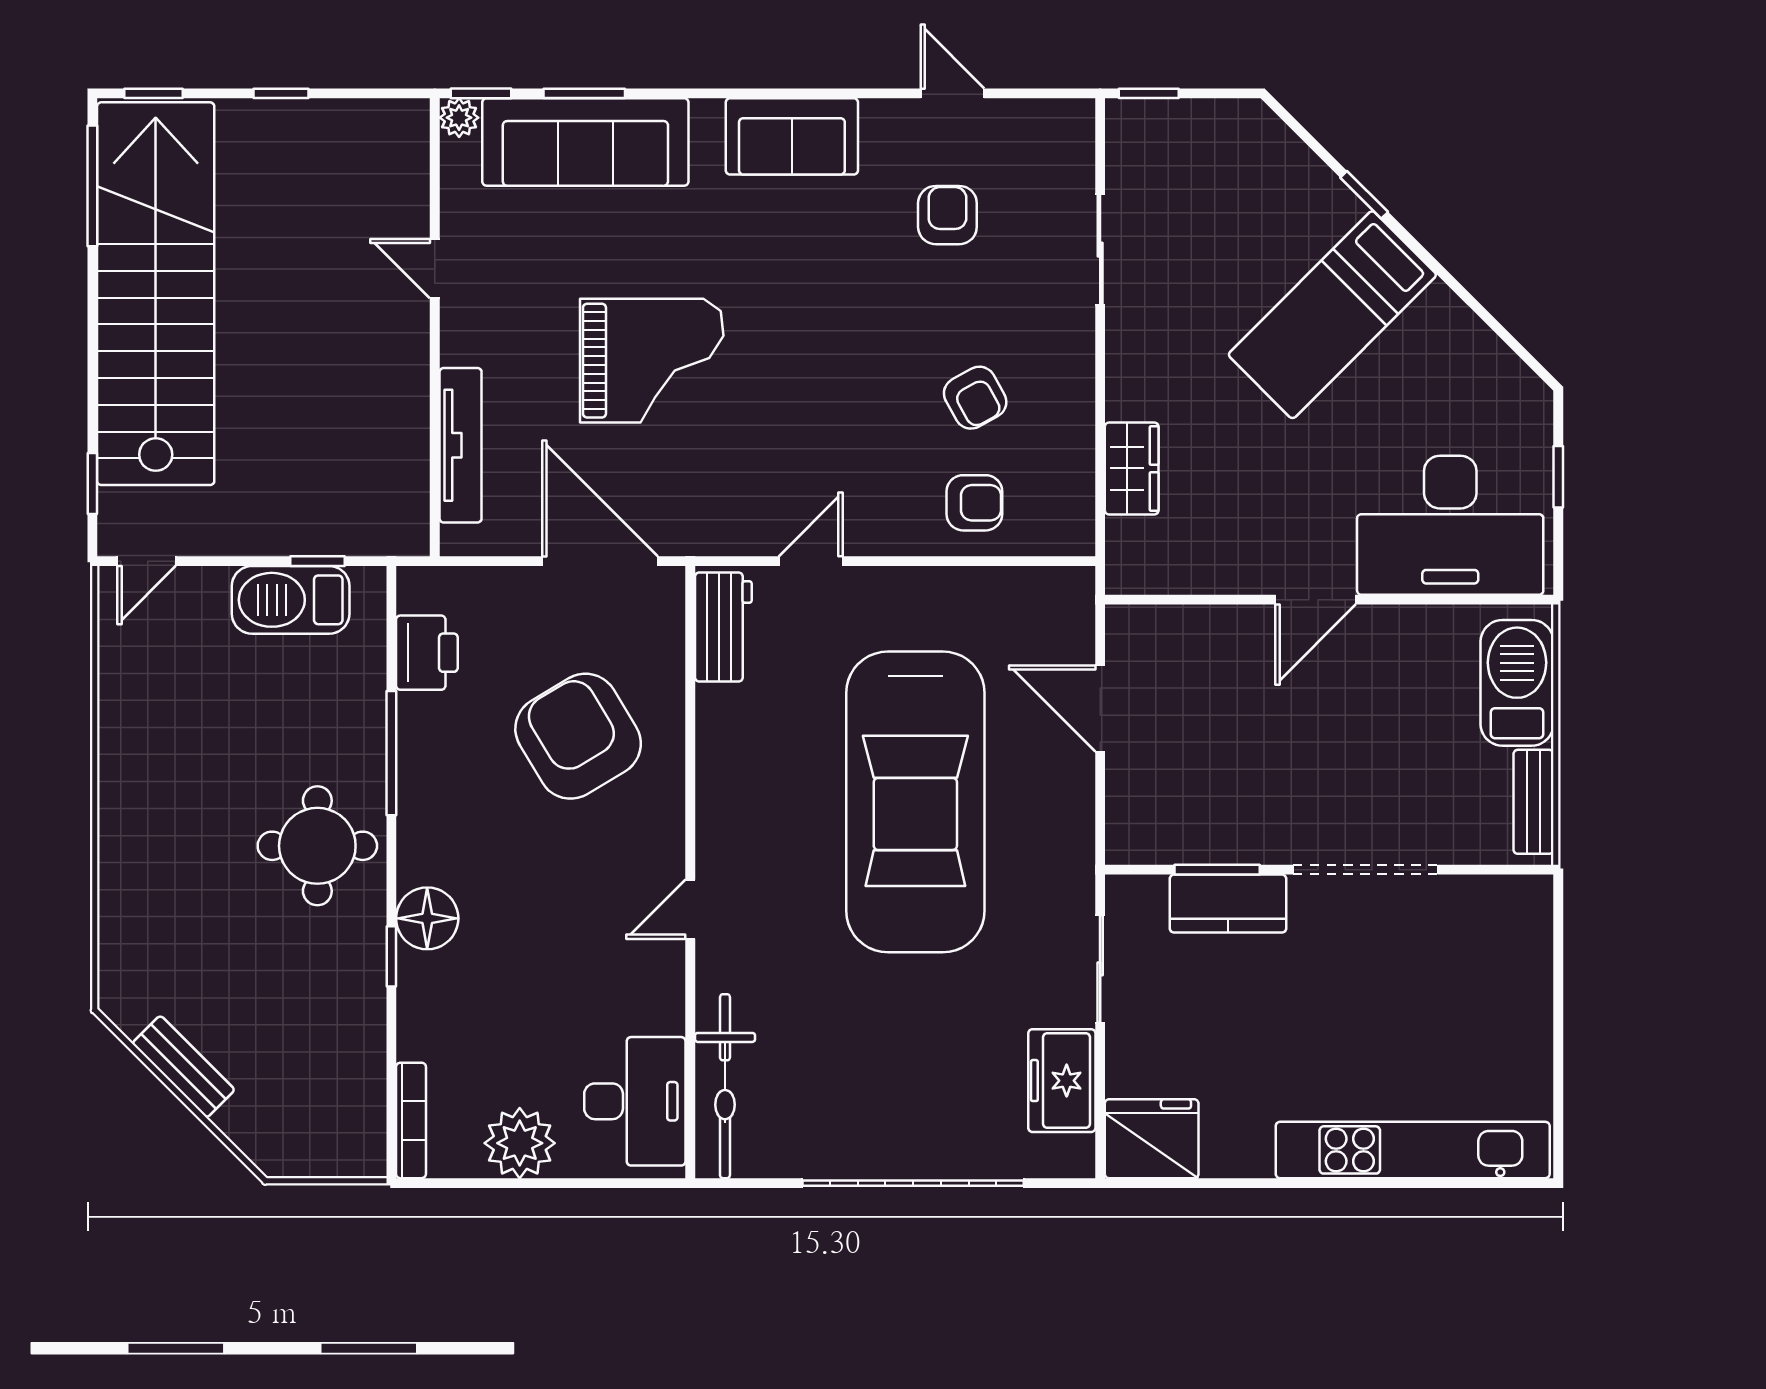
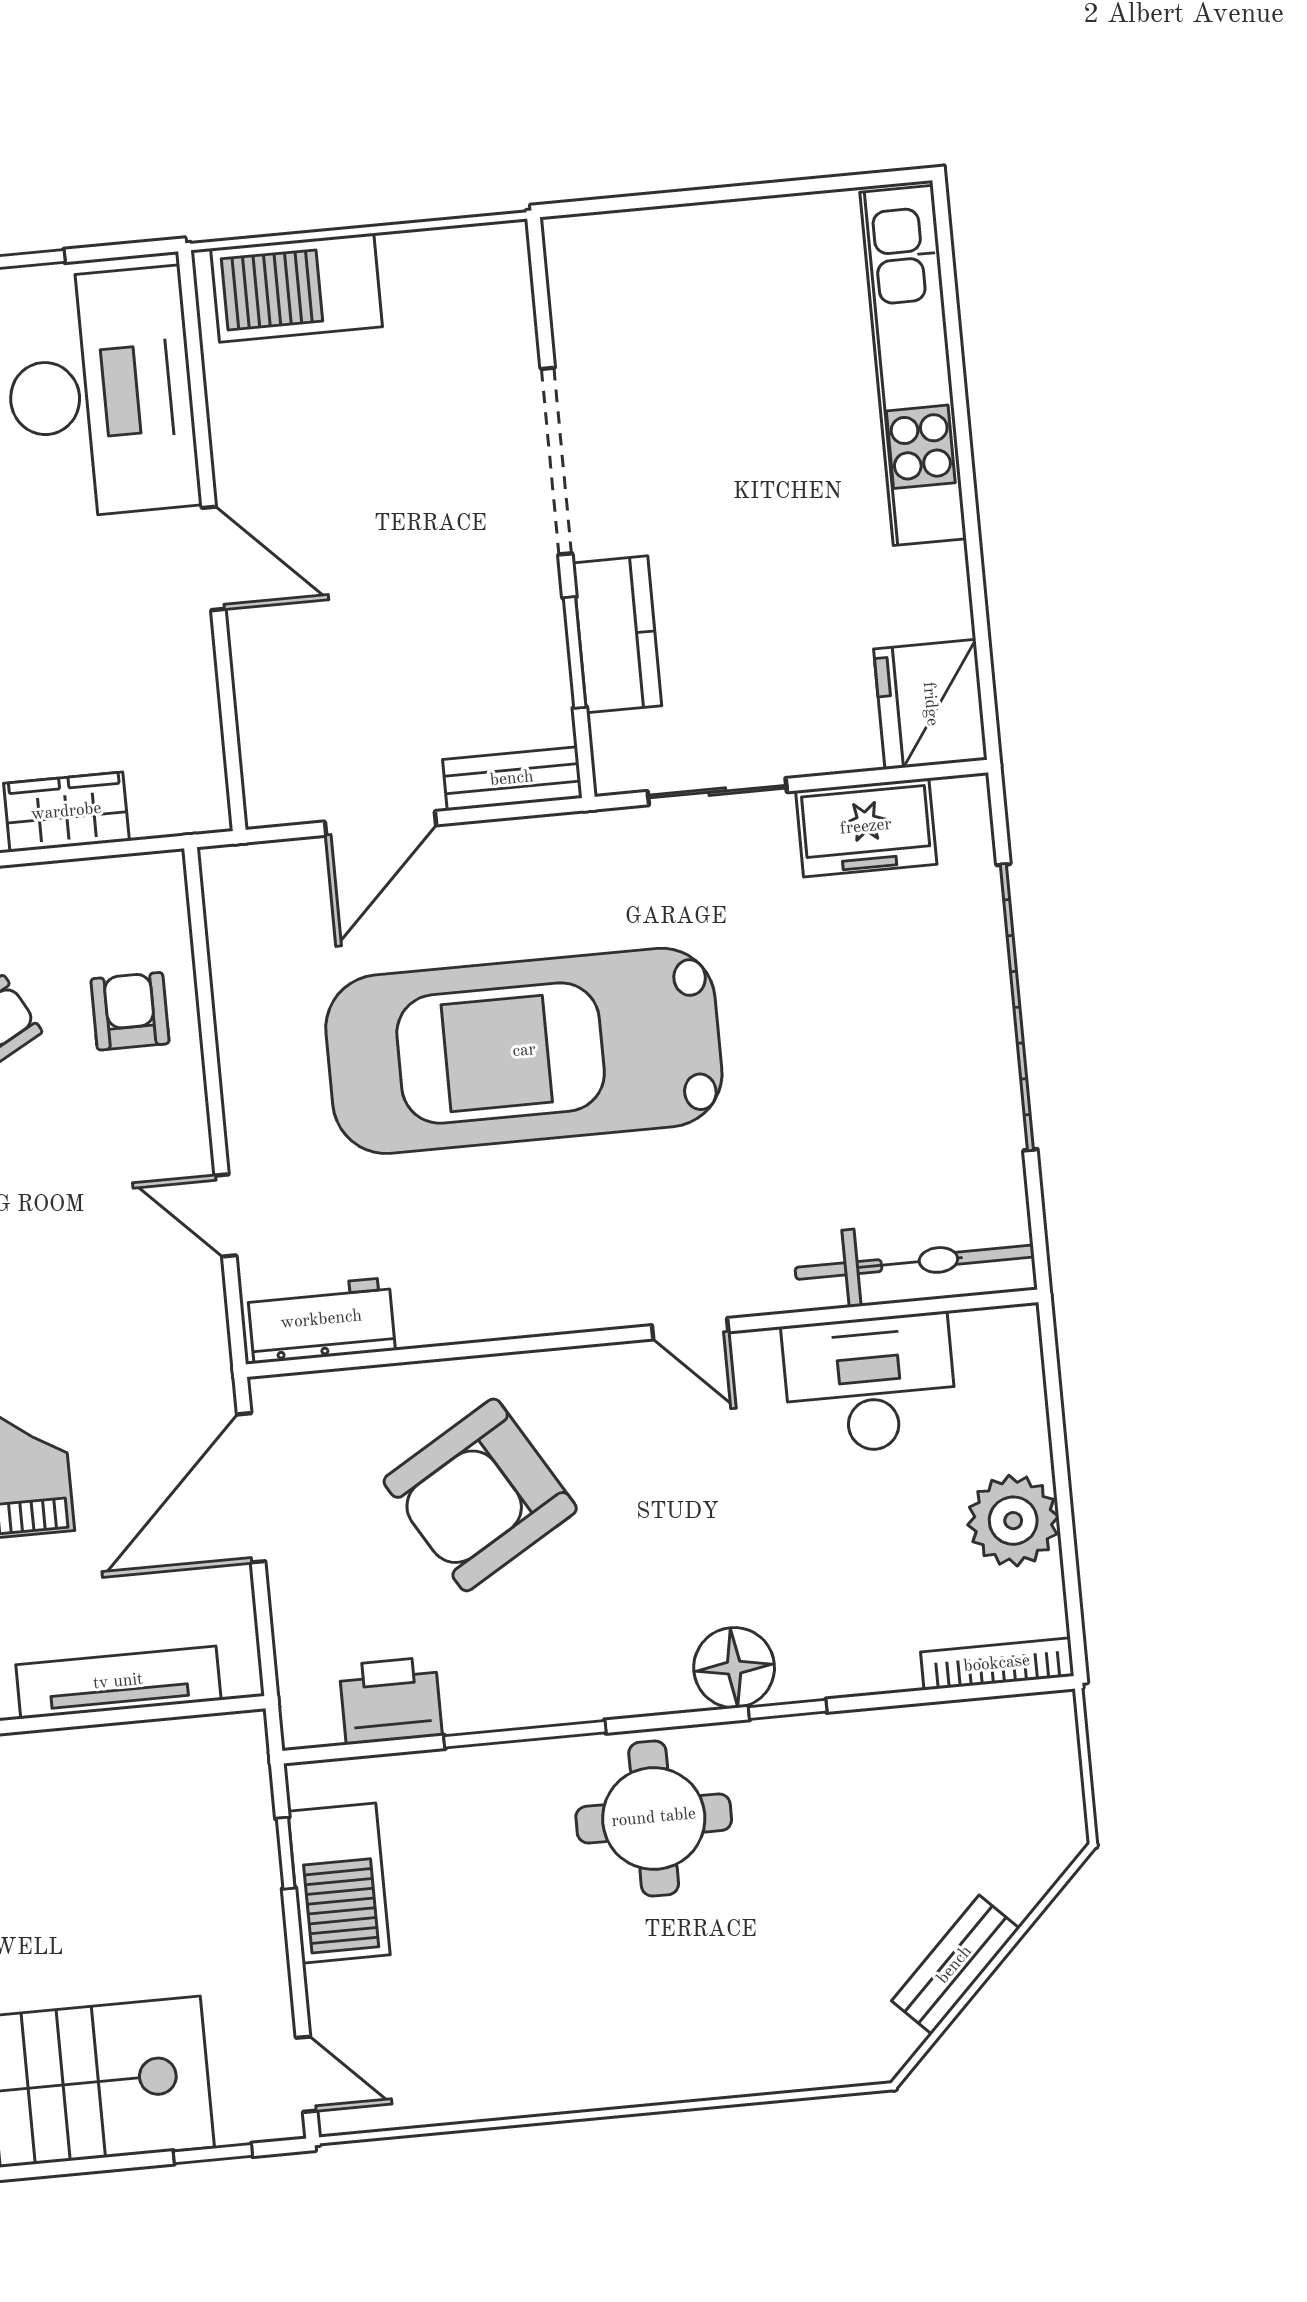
car: (915, 802) -> (524, 1051), turned 180
bench: (1533, 802) -> (512, 779), moved
desk: (635, 1101) -> (870, 1384), moved

